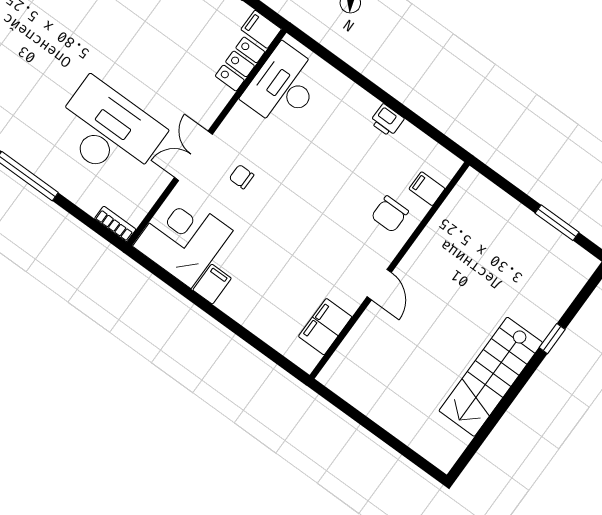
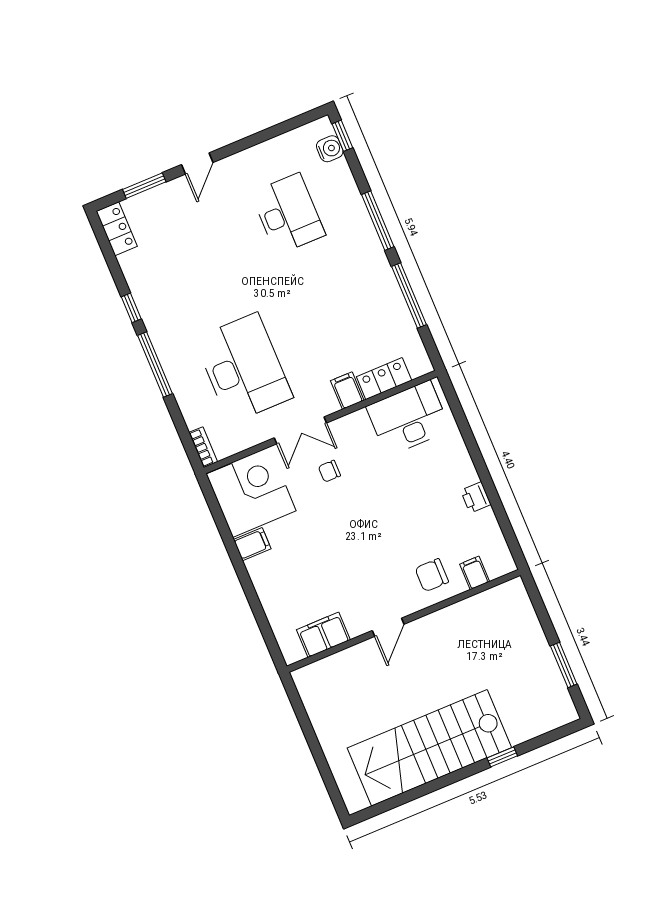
filing cabinet: (261, 29) -> (347, 391), moved
double door: (193, 156) -> (300, 430), swing flipped
chair: (241, 177) -> (329, 471), turned -90
stairs: (491, 377) -> (429, 748), width x1.36, depth x1.51

